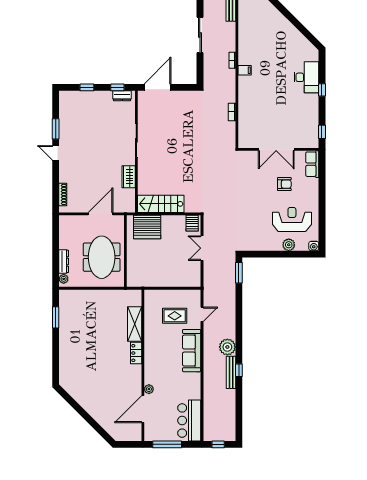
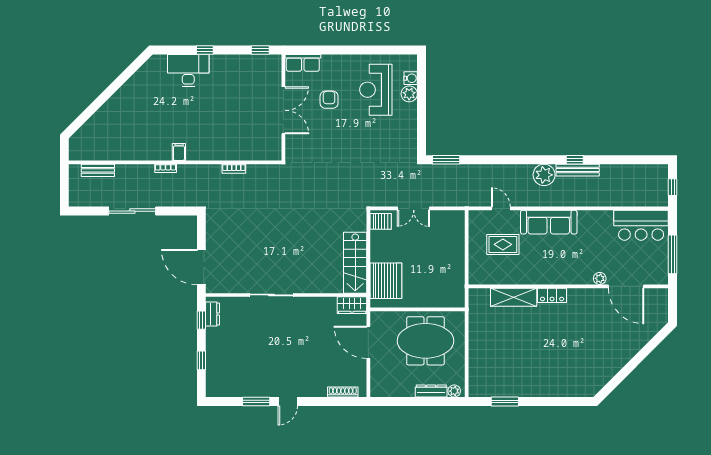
wardrobe: (129, 177) -> (352, 305), moved
water cooler: (314, 246) -> (411, 78), moved
rug: (175, 316) -> (503, 244), turned 90

